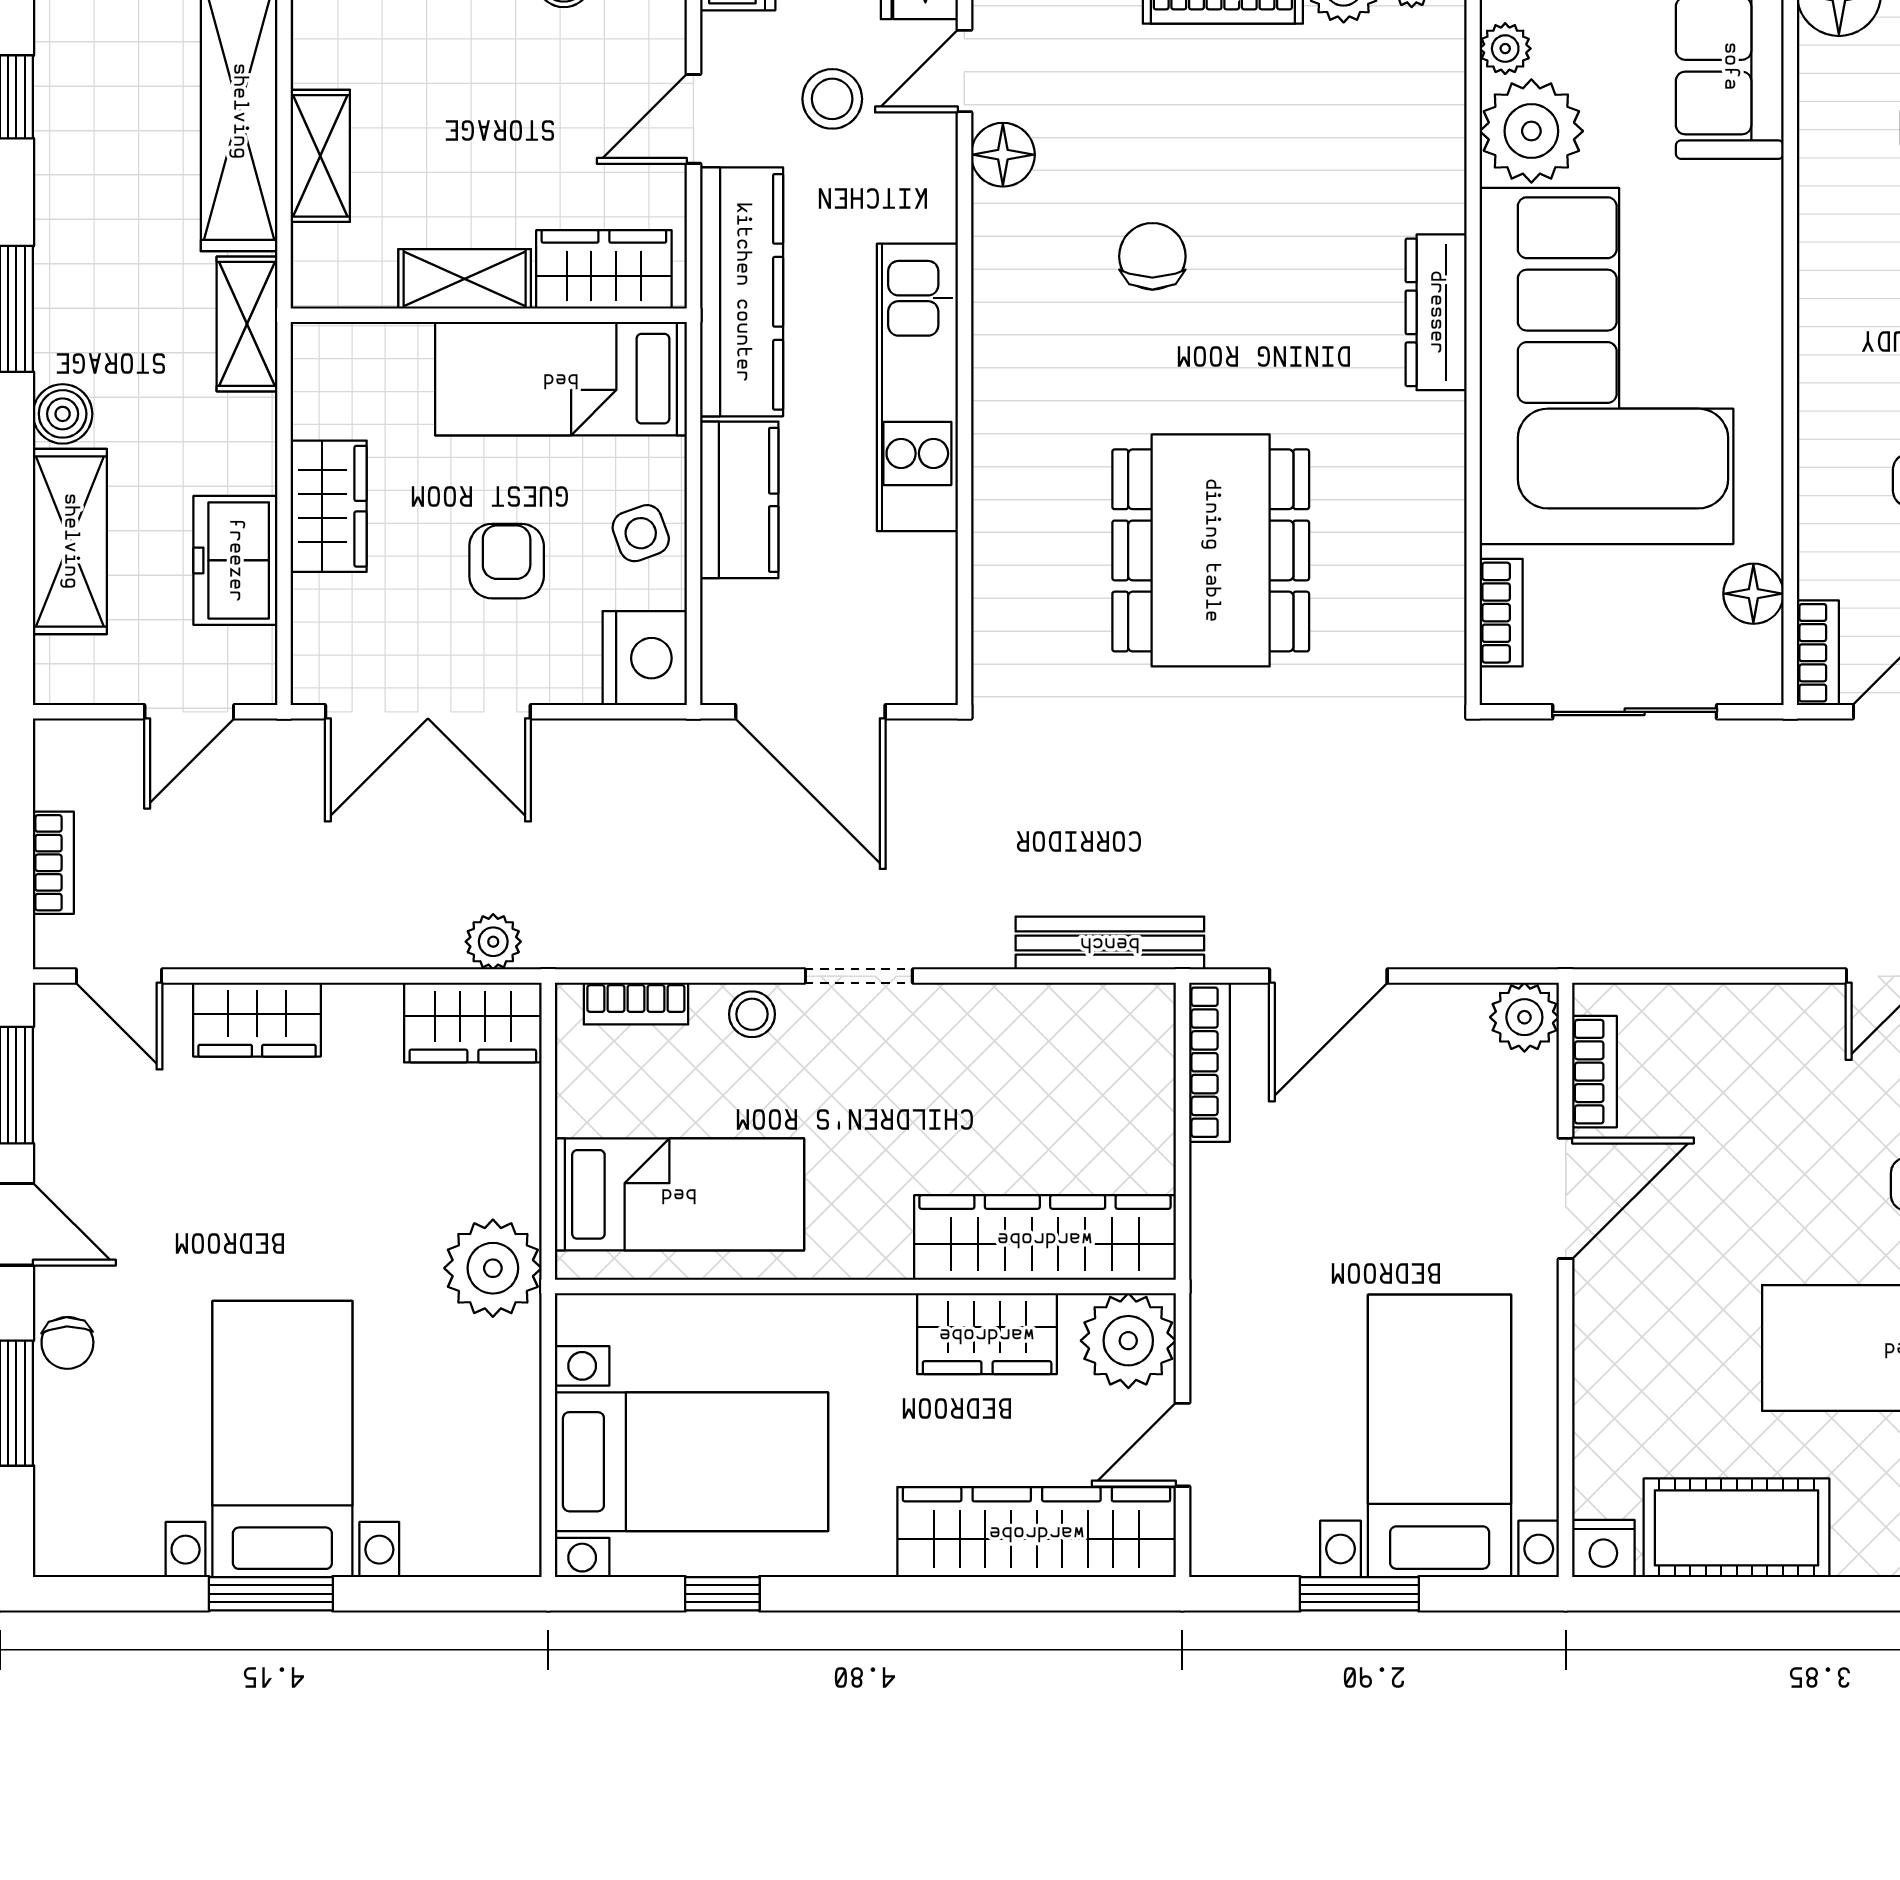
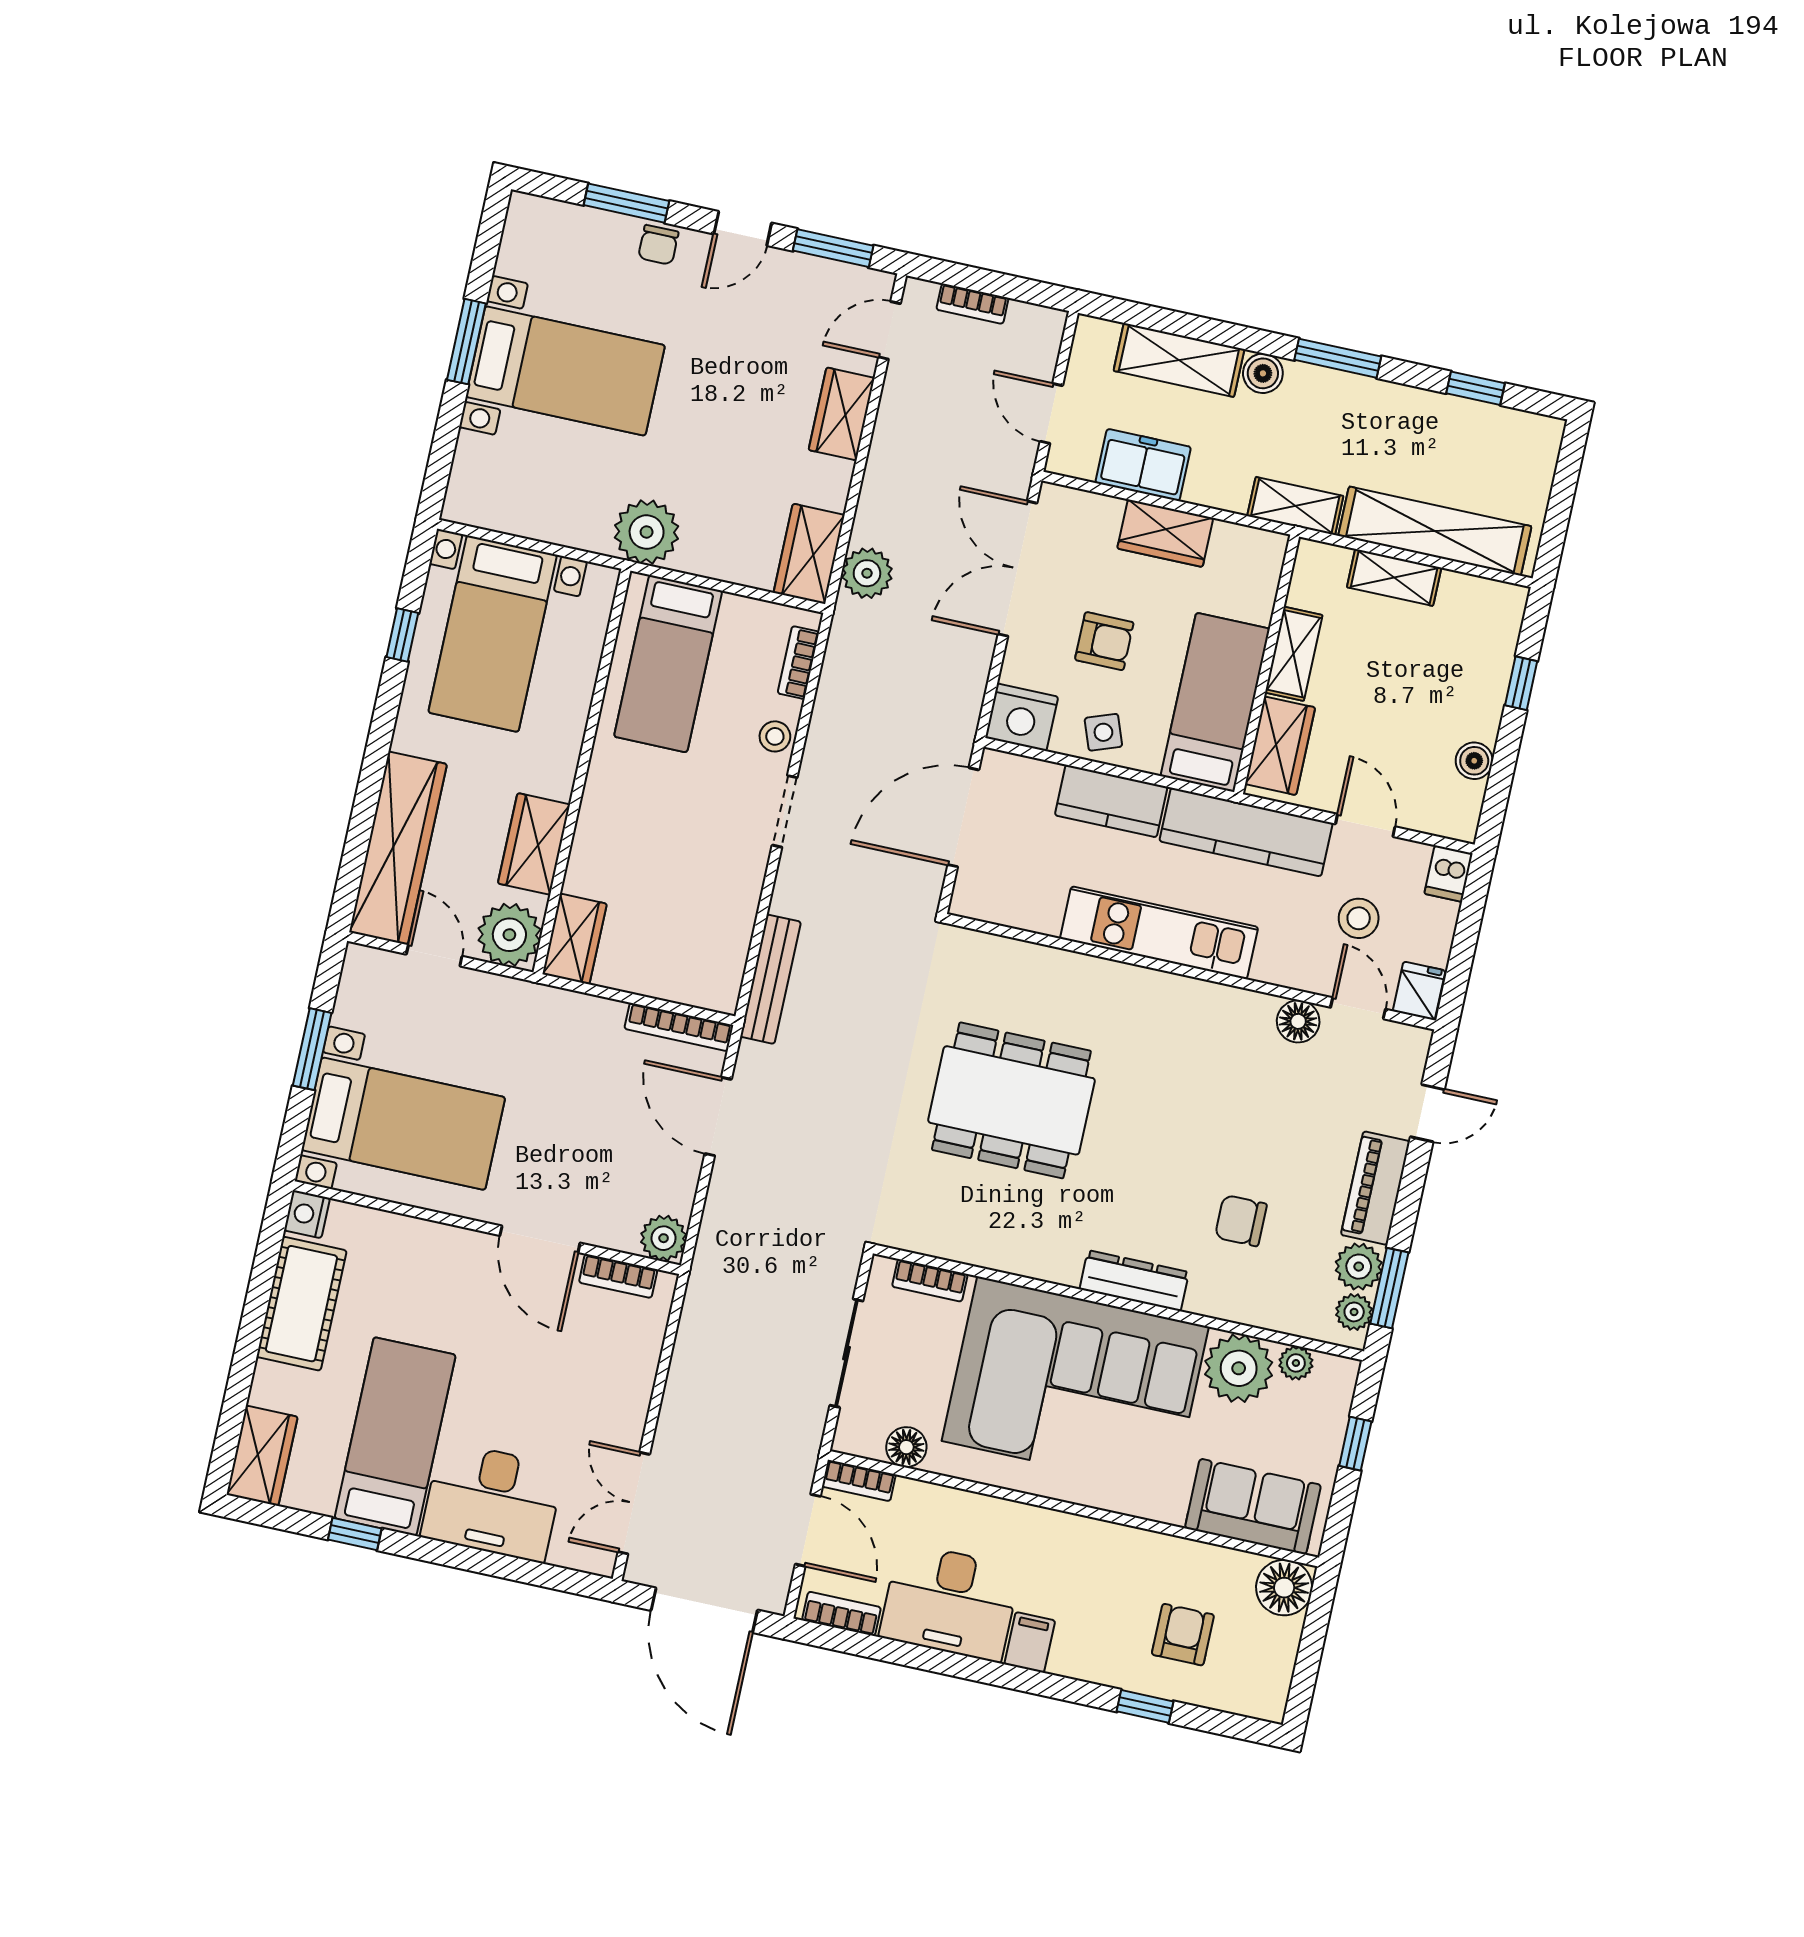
chair: (1152, 256) -> (1241, 1221), moved, turned 180
plant: (493, 942) -> (867, 573), width x1.38, depth x1.38
wardrobe: (1045, 1238) -> (574, 939), width x0.48, depth x0.85
chair: (67, 1343) -> (658, 245), turned -88

